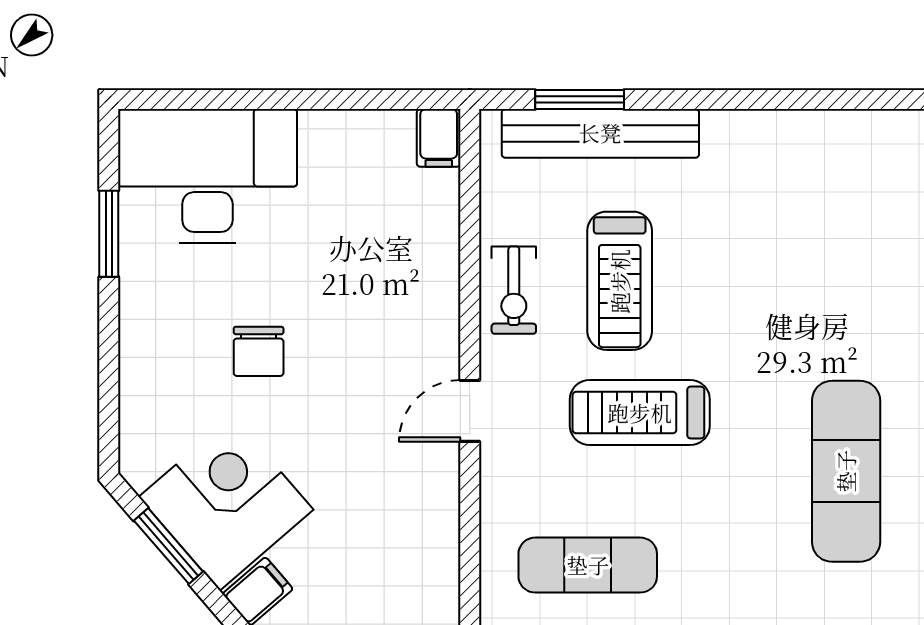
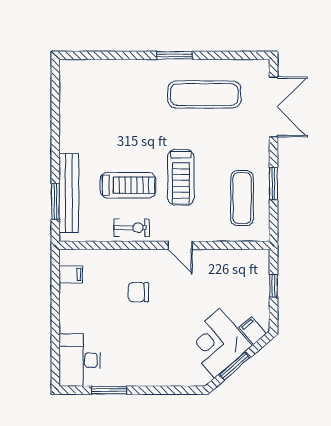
filing cabinet: (439, 138) -> (71, 274), moved
desk: (207, 176) -> (80, 360), width x0.73, depth x0.77
chair: (259, 351) -> (138, 292), moved, turned 180

